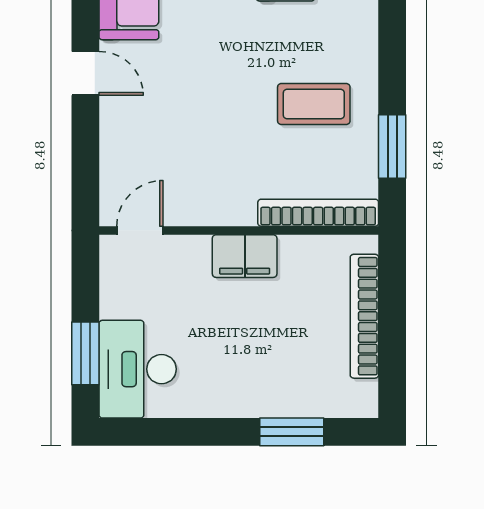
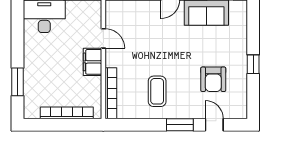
window: (392, 146) -> (180, 125), moved
door: (140, 231) -> (103, 38), moved

